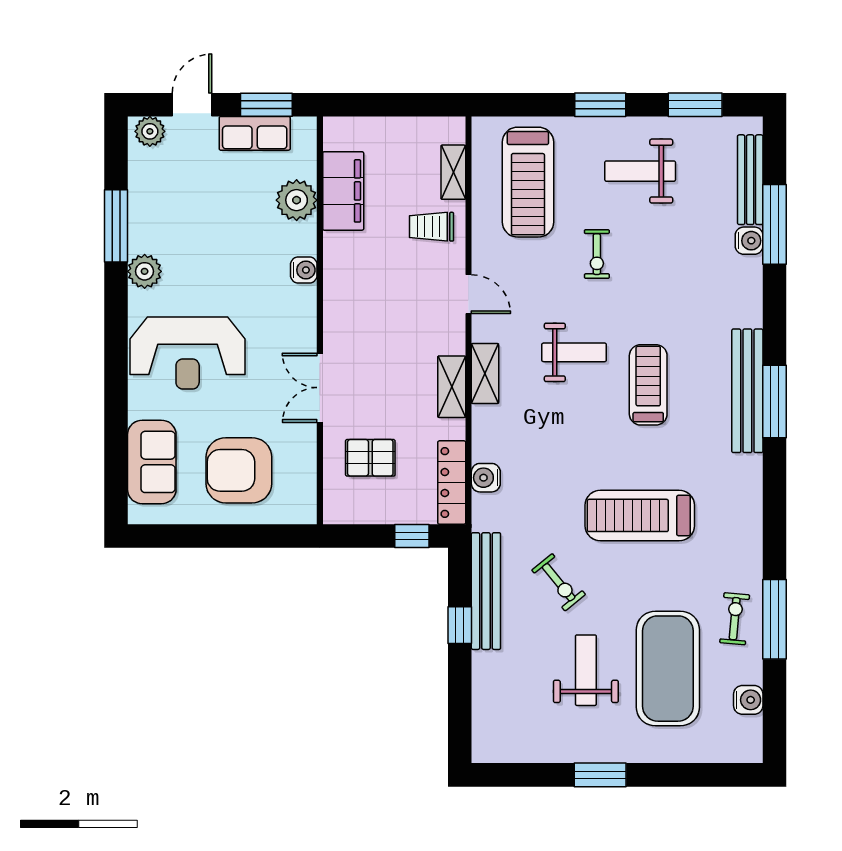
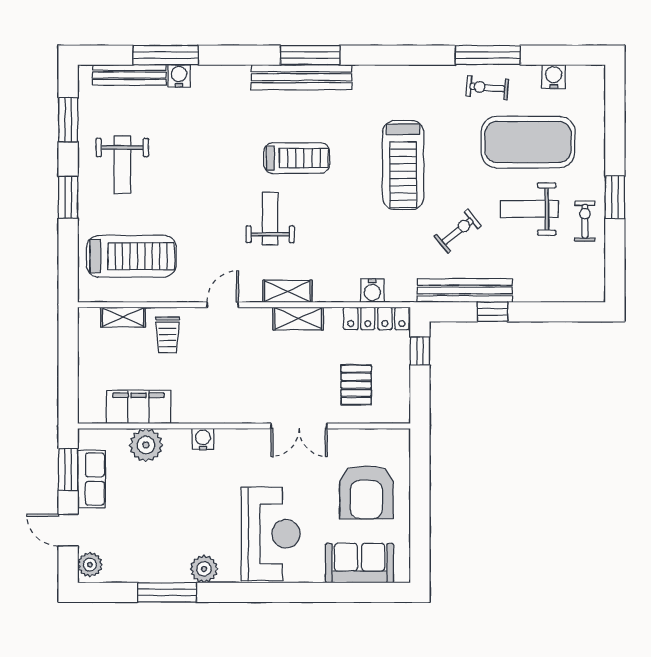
exercise bike: (597, 254) -> (585, 221), moved, turned -90
treadmill: (648, 385) -> (297, 158), turned 180

